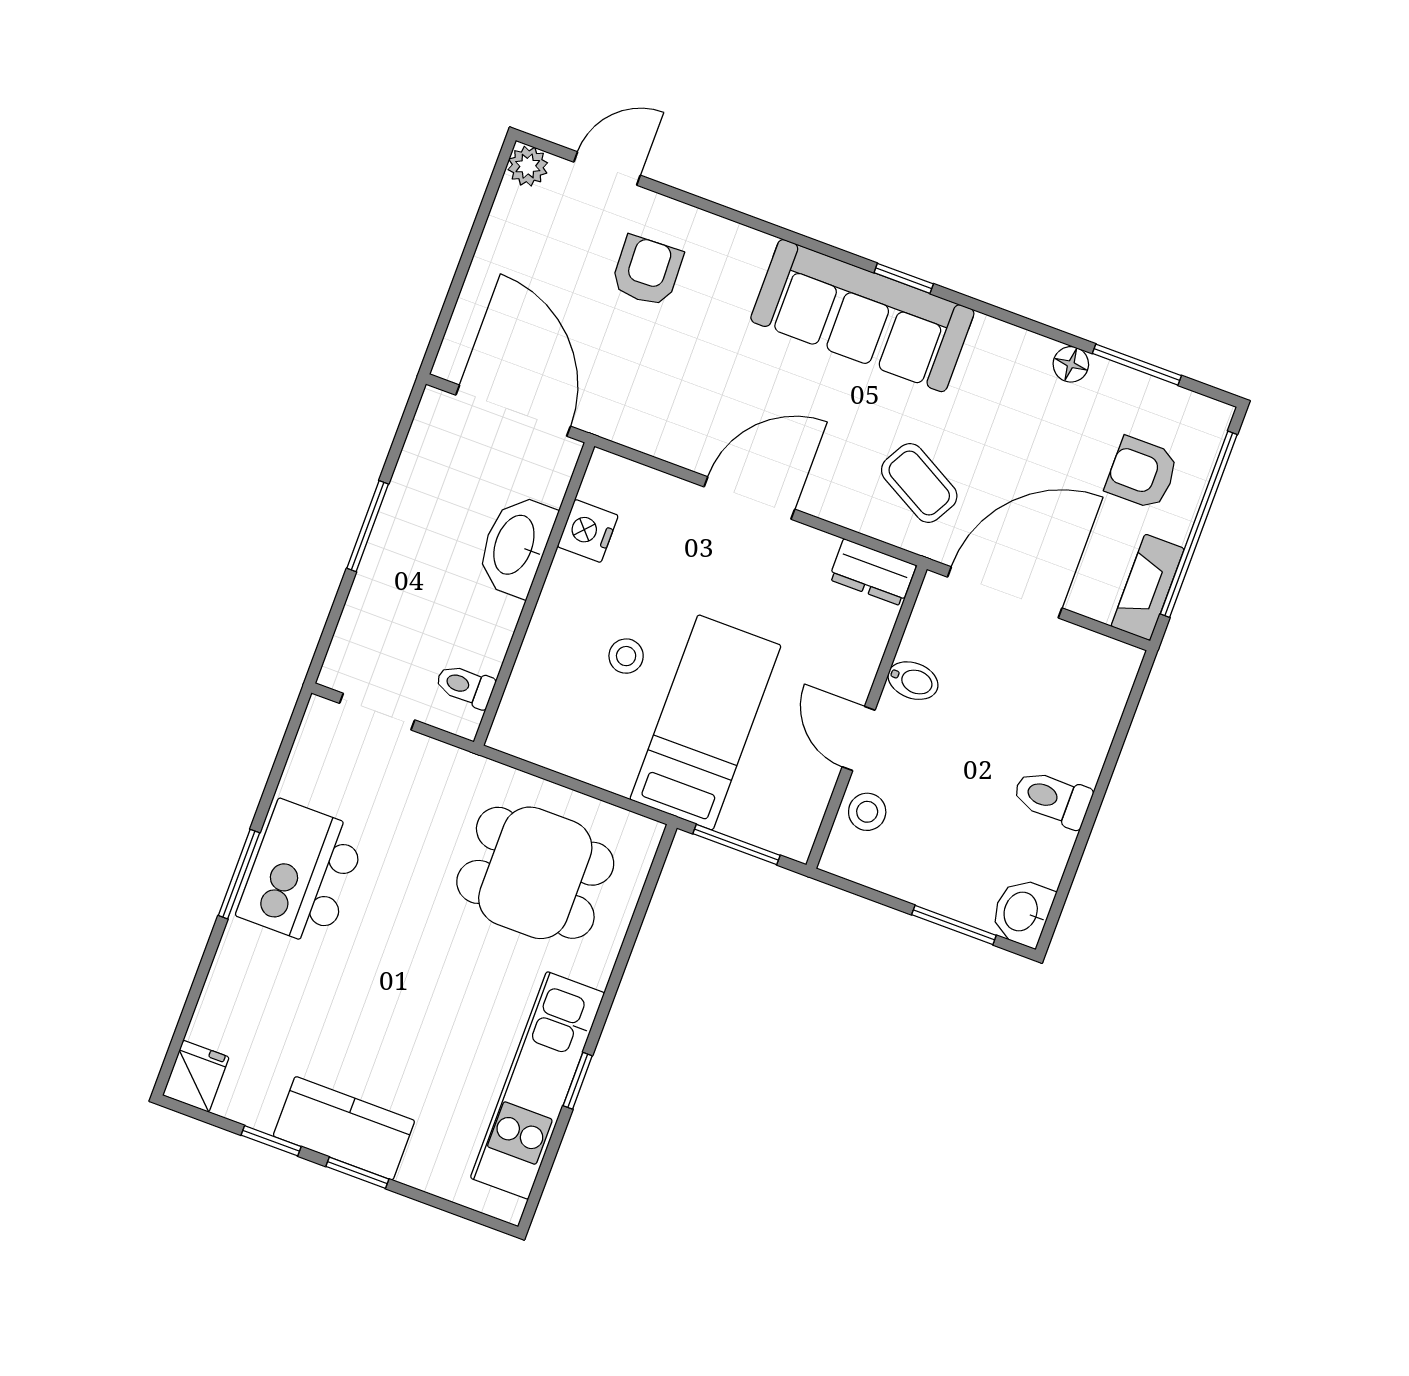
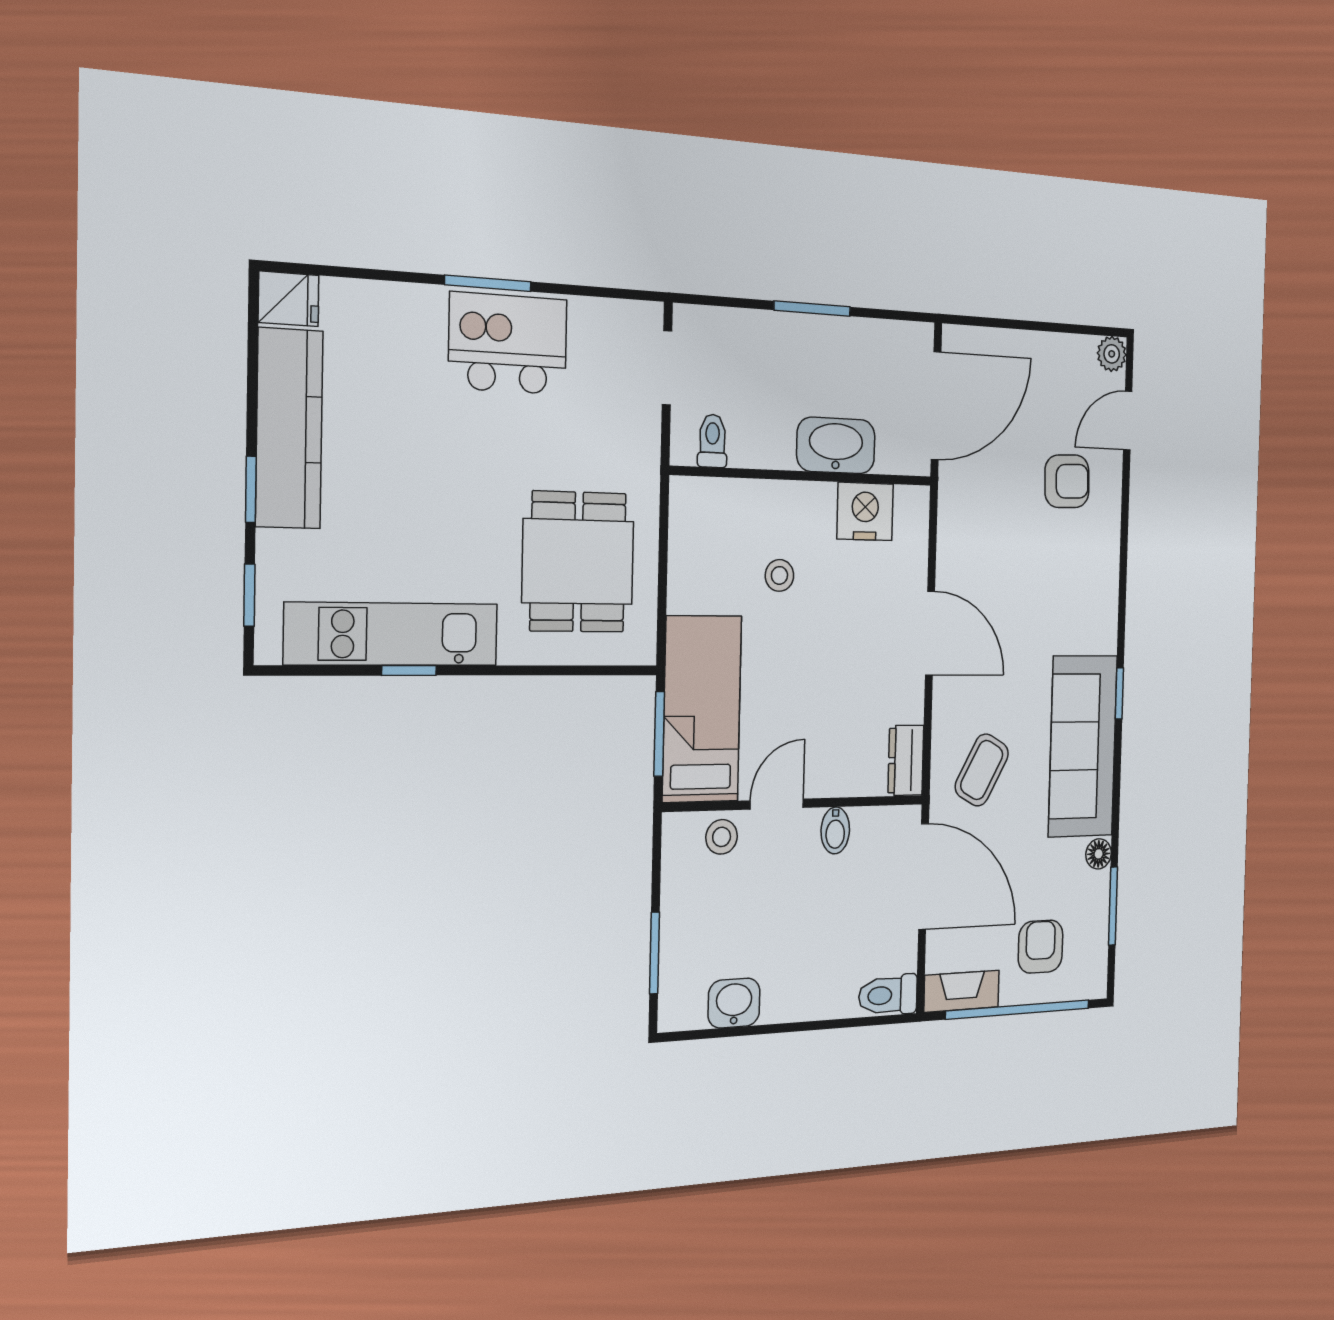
door: (607, 169) -> (1128, 421), swing flipped
sofa: (862, 316) -> (1083, 746), moved
nightstand: (588, 531) -> (865, 511), width x1.36, depth x1.33
bed: (705, 722) -> (702, 709), moved, turned -90
toilet: (1052, 798) -> (888, 995), moved, turned -90
washbasin: (1022, 912) -> (734, 1003), moved
kitchen counter: (344, 1128) -> (289, 429), width x1.50
window: (271, 1141) -> (249, 595), moved

